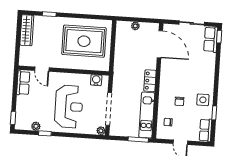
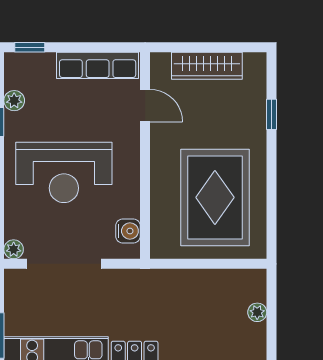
wardrobe: (27, 30) -> (207, 66), moved
door: (42, 69) -> (145, 106), swing flipped
row of seats: (23, 83) -> (98, 65), width x1.48

